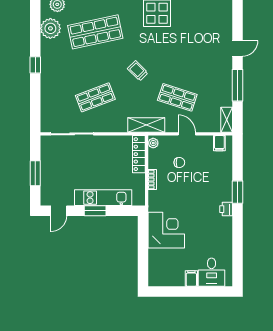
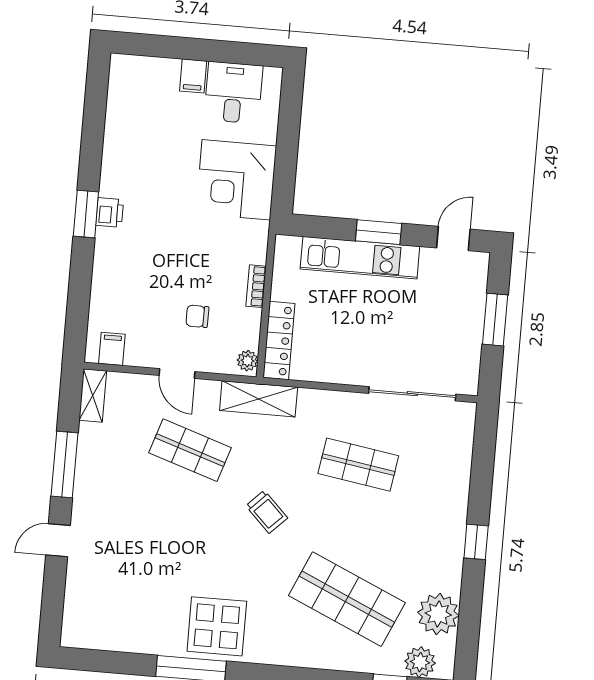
shop shelf: (95, 32) -> (347, 599), turned 36
shop shelf: (95, 97) -> (358, 465), turned 30
window: (237, 192) -> (86, 214), moved
desk: (212, 272) -> (233, 93), moved

